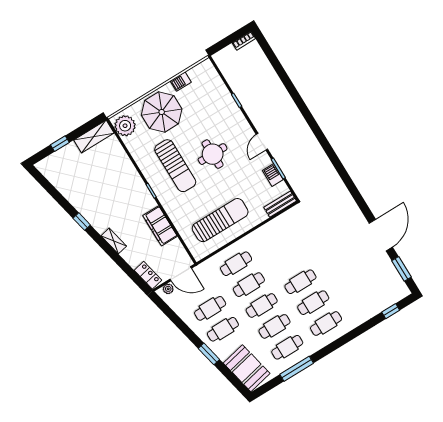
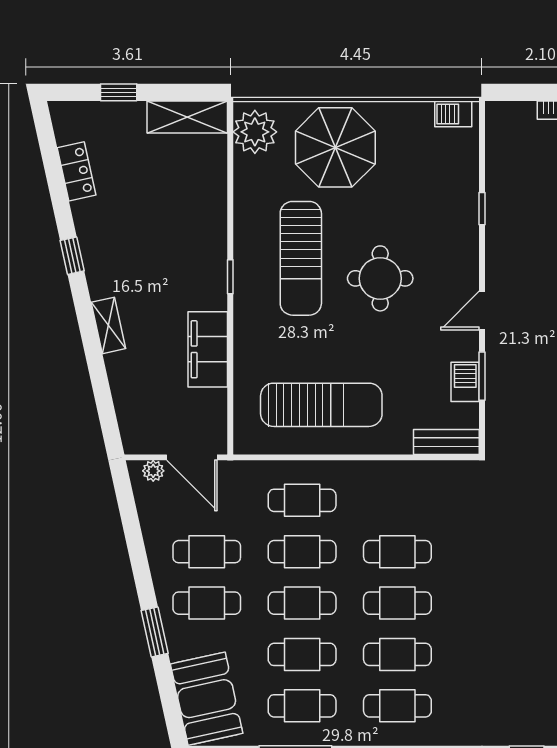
barbecue: (181, 82) -> (453, 114), moved
cafe table: (288, 261) -> (397, 552), added
locker: (148, 275) -> (77, 171), moved

